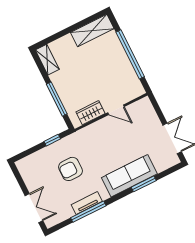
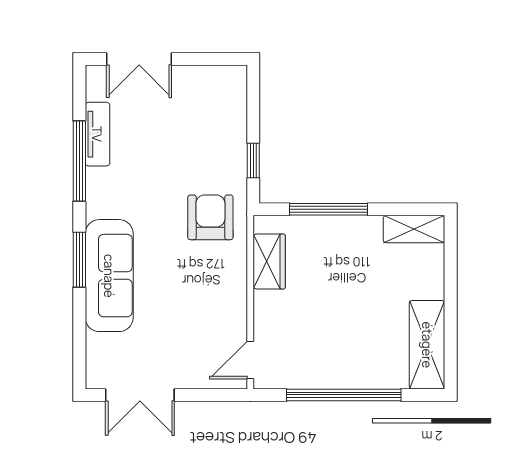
door: (116, 110) -> (250, 360), moved
armchair: (71, 169) -> (210, 217), moved
window: (144, 184) -> (79, 260), moved
tv unit: (87, 203) -> (97, 134), moved

